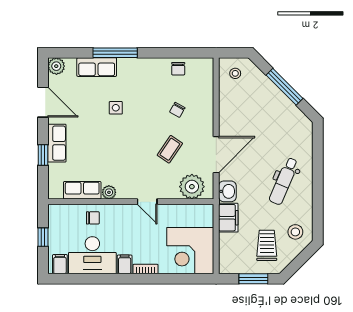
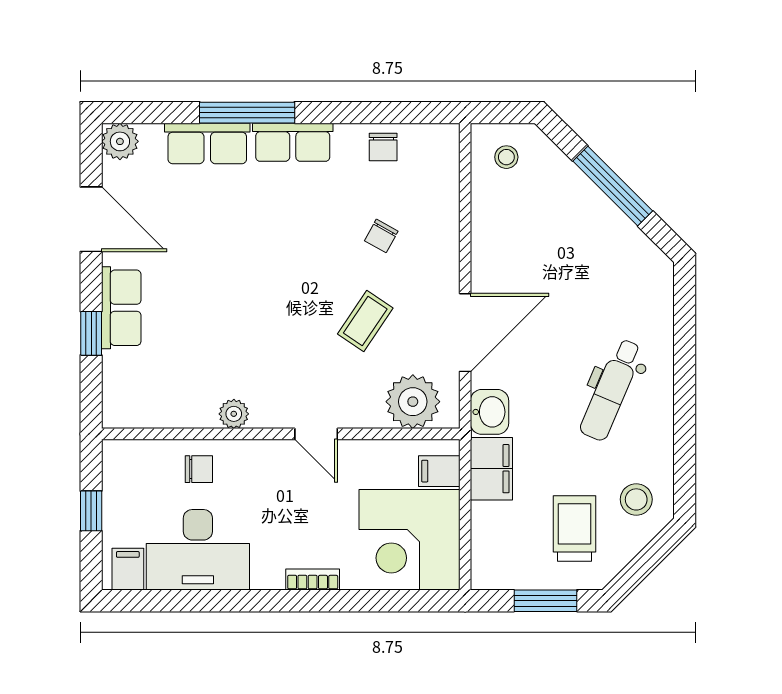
side table: (116, 108) -> (248, 231), removed
row of seats: (82, 190) -> (293, 142), moved, turned 180
filing cabinet: (125, 264) -> (439, 471), moved, turned -90

